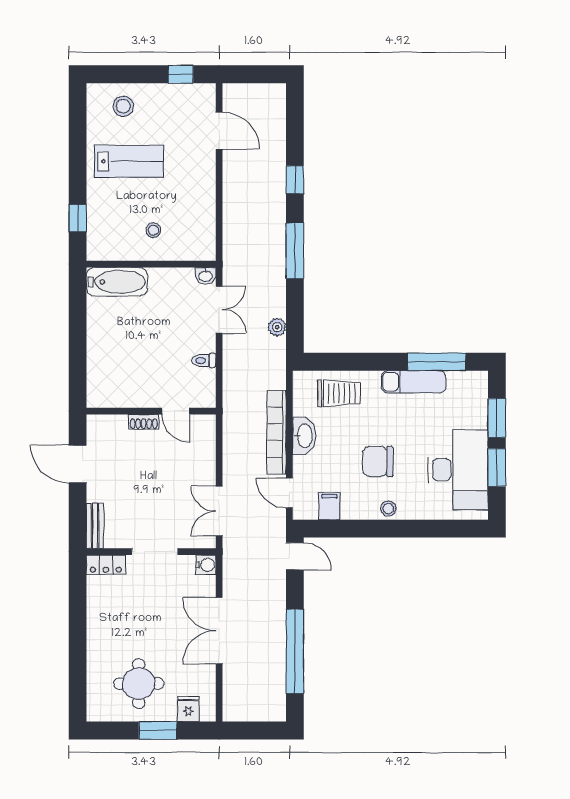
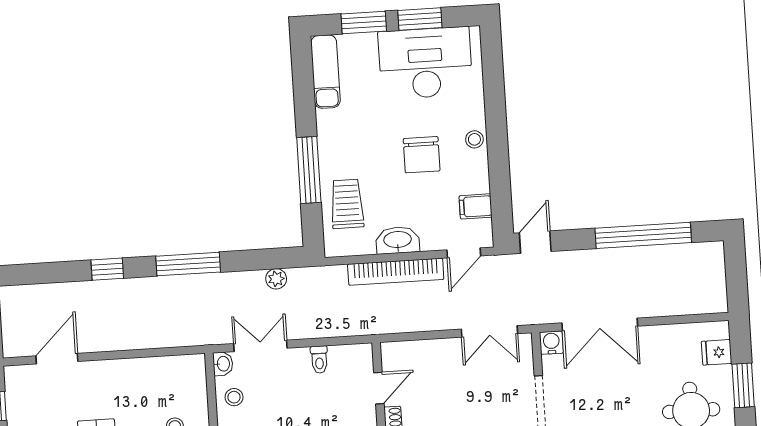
stool: (176, 284) -> (234, 397), added
window: (437, 362) -> (309, 170), moved
exam couch: (414, 382) -> (325, 72), moved
double door: (219, 631) -> (600, 325), moved

